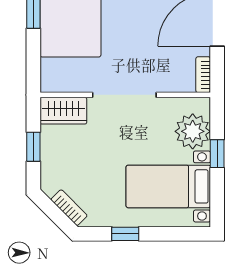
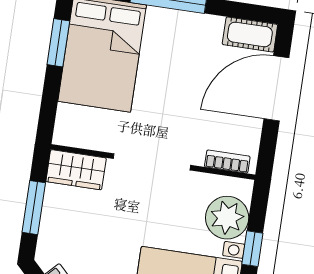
bookcase: (203, 75) -> (227, 162), moved, turned 90
window: (33, 147) -> (34, 208), width x1.50

